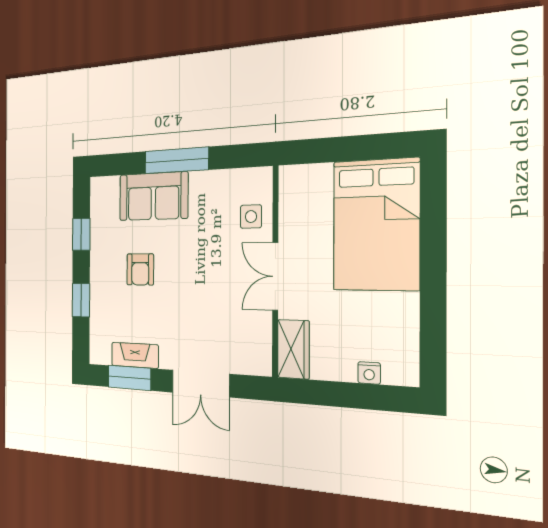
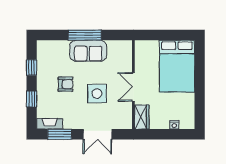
sofa: (153, 196) -> (88, 51), moved
side table: (251, 217) -> (97, 94), moved, width x1.87, depth x1.87
armchair: (140, 269) -> (65, 84), turned -90
fireplace: (135, 355) -> (50, 124), moved

